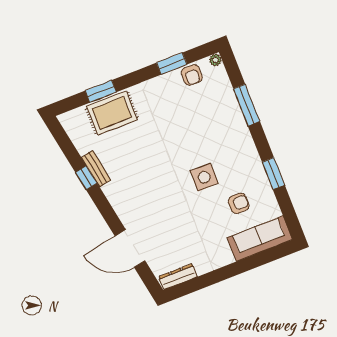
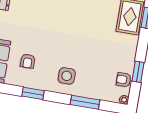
side table: (204, 177) -> (67, 76), moved

